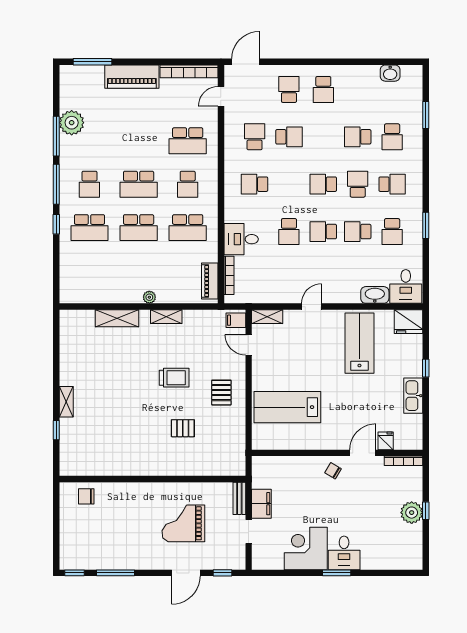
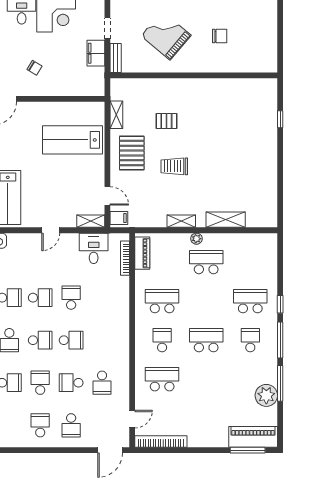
piano: (132, 77) -> (253, 437), moved
school desk: (323, 137) -> (40, 383), added
school desk: (255, 184) -> (71, 340), moved
school desk: (139, 228) -> (206, 262), moved
desk: (241, 239) -> (94, 248), moved, turned -90
pallet: (221, 393) -> (132, 153), width x1.50, depth x1.42
shelving: (66, 402) -> (116, 115), moved
lab bench: (287, 407) -> (73, 140), turned 180
chair: (333, 471) -> (35, 68), moved
chair: (86, 496) -> (220, 36), moved
grand piano: (183, 523) -> (166, 36), turned -140

